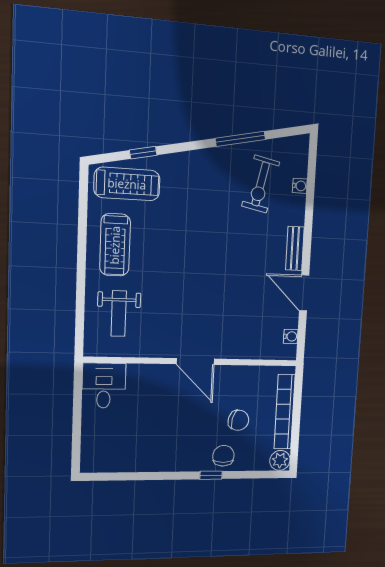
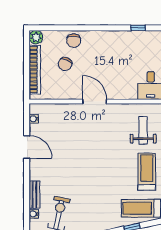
bench: (295, 248) -> (34, 195), moved
chair: (238, 420) -> (65, 64), turned -80
window: (211, 475) -> (138, 28), moved

